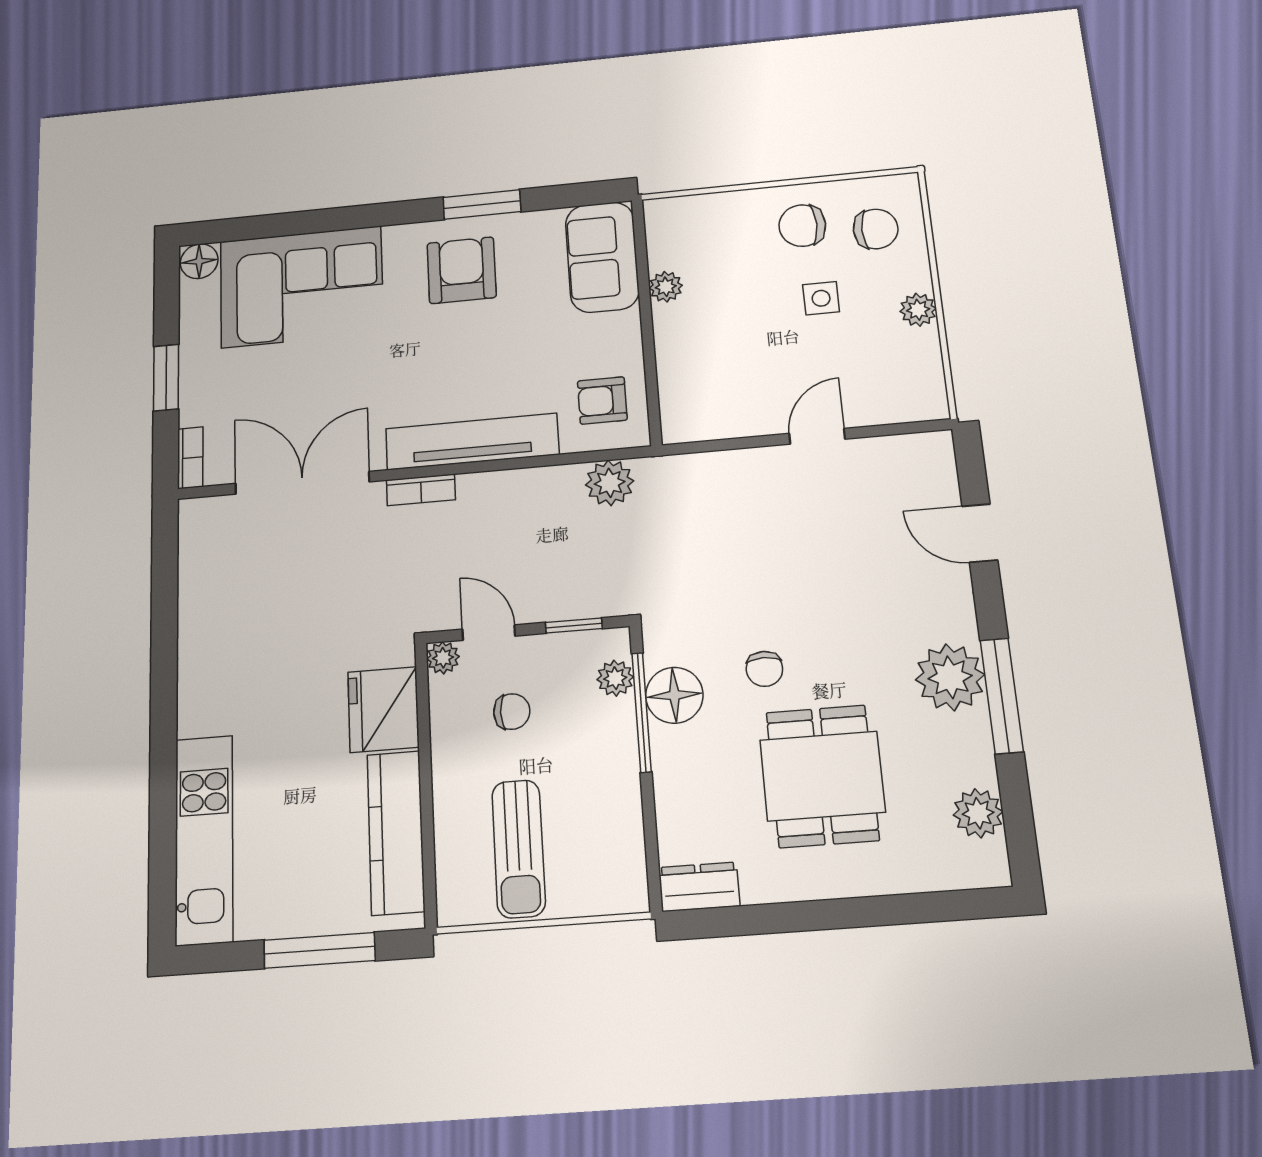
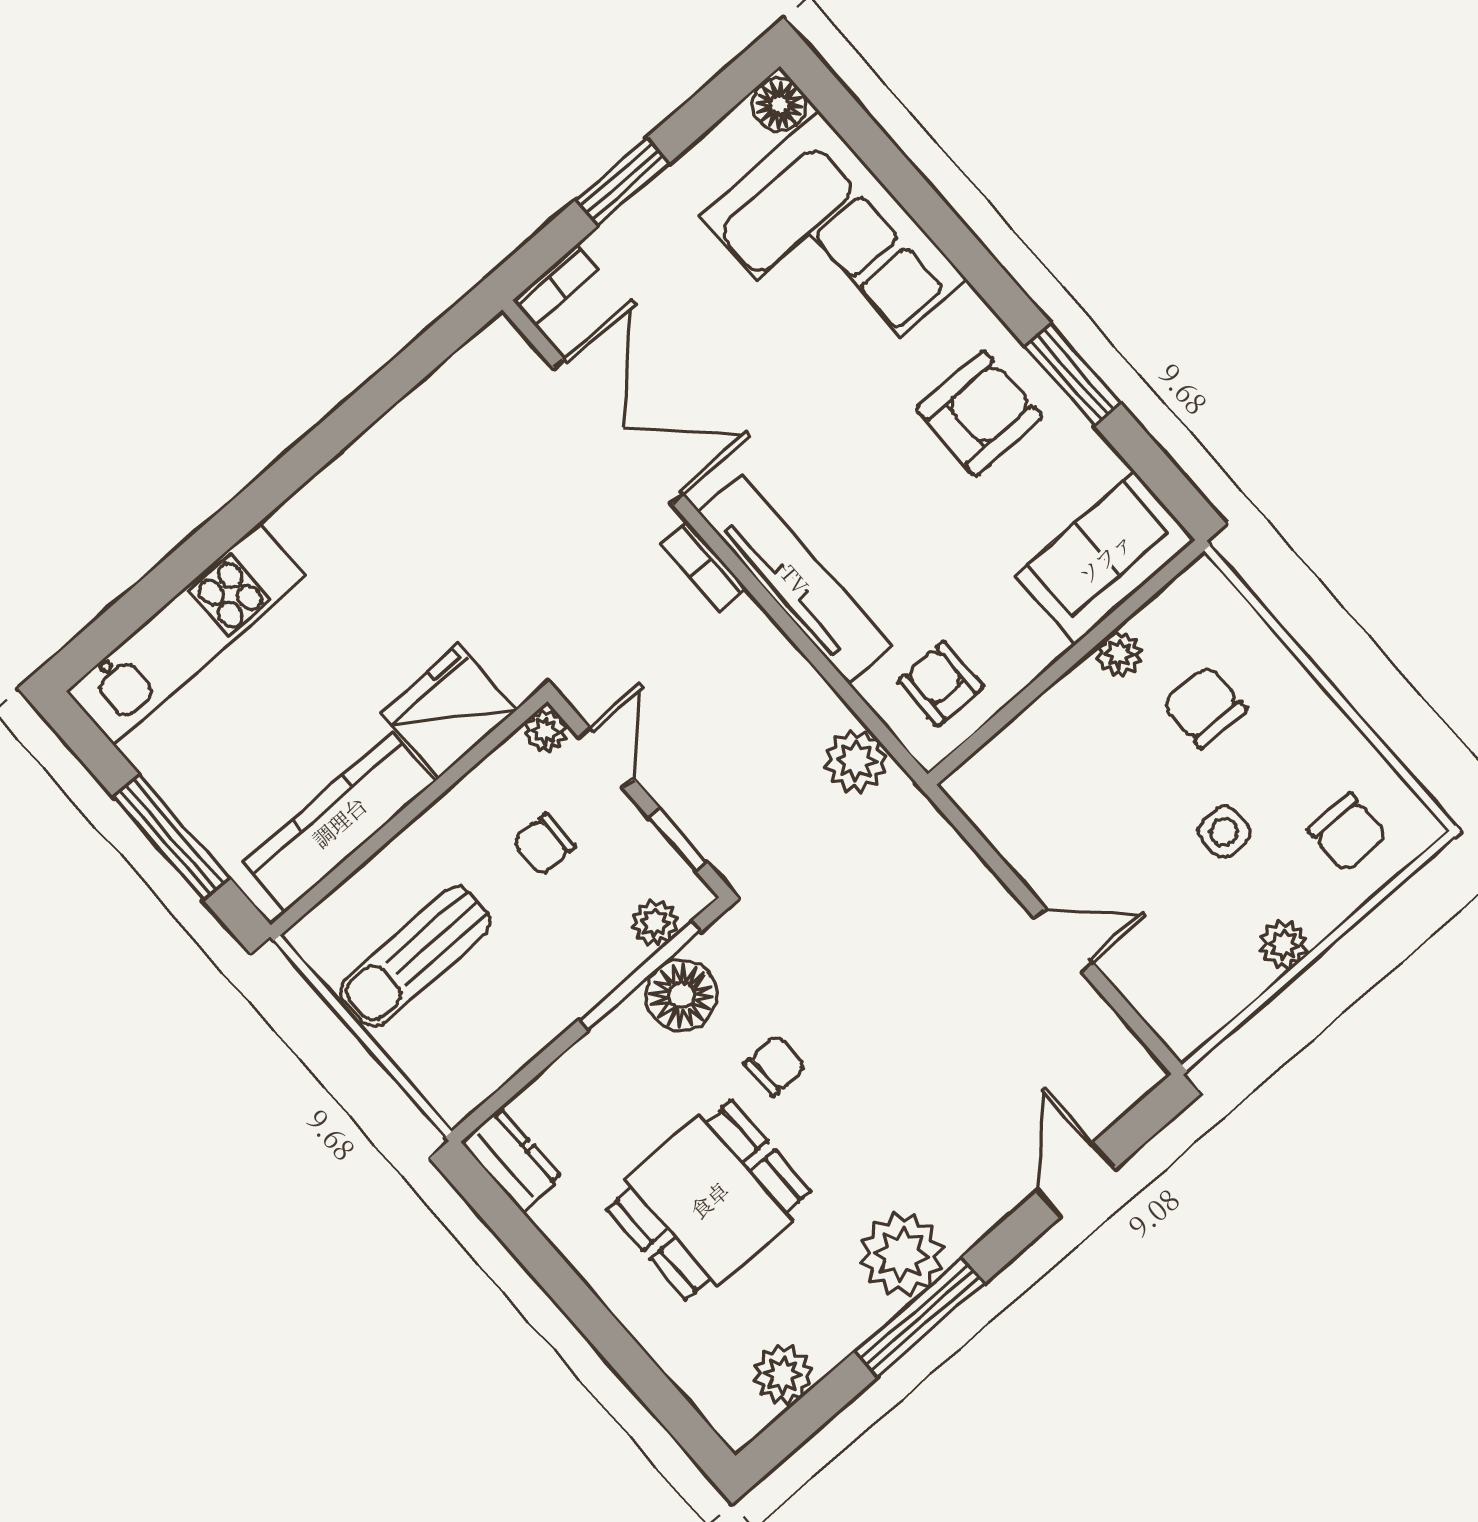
chair: (802, 226) -> (1204, 707), moved
chair: (764, 669) -> (775, 1066), turned 180
chair: (512, 712) -> (544, 844), turned 90

